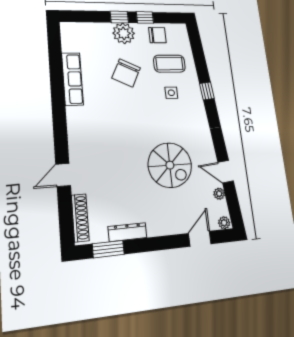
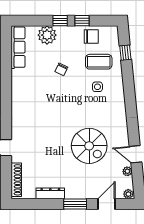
plant: (124, 33) -> (47, 35), moved
chair: (126, 73) -> (61, 69), width x0.54, depth x0.54
row of seats: (72, 79) -> (18, 47), moved
window: (207, 91) -> (125, 53), moved
window: (108, 249) -> (75, 204), moved

